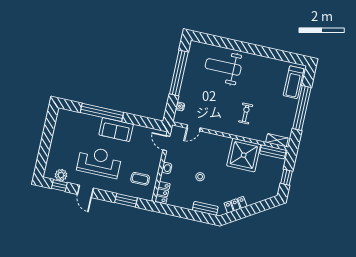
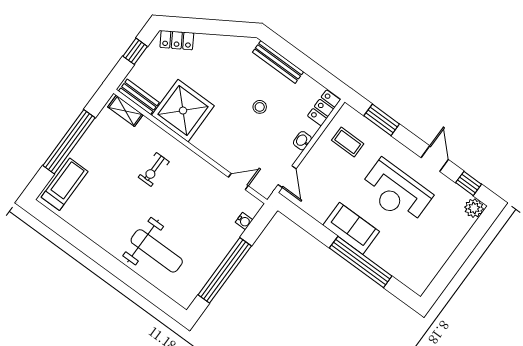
plant: (61, 175) -> (474, 208), moved
locker: (236, 205) -> (177, 40), moved
bench: (205, 208) -> (278, 62), width x1.36

